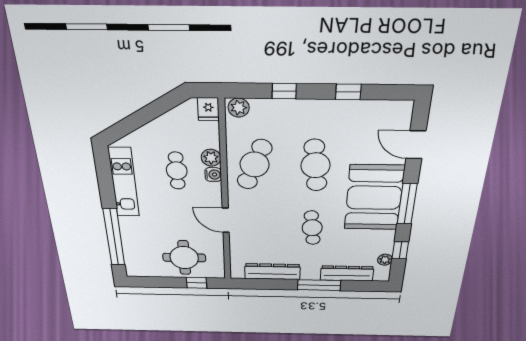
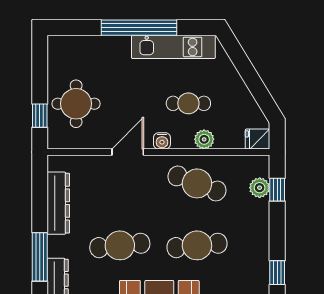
window: (284, 91) -> (277, 190), moved
plant: (239, 108) -> (260, 188), moved
water cooler: (213, 175) -> (162, 141), moved
cafe table: (312, 228) -> (120, 245), width x1.37, depth x1.35
window: (114, 237) -> (139, 28), moved

